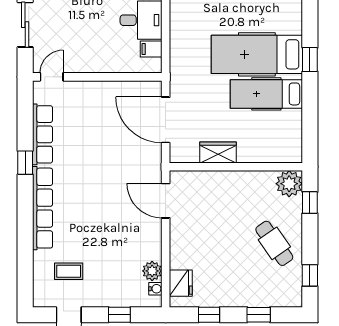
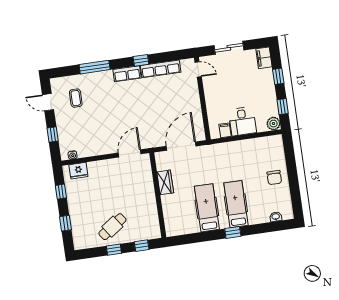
hospital bed: (257, 54) -> (236, 204), width x0.73, depth x0.78
plant: (289, 184) -> (152, 231), removed
row of seats: (43, 208) -> (127, 74), width x0.50
window: (25, 235) -> (95, 67), added
plant: (152, 271) -> (84, 151), removed
window: (310, 275) -> (114, 250), moved

